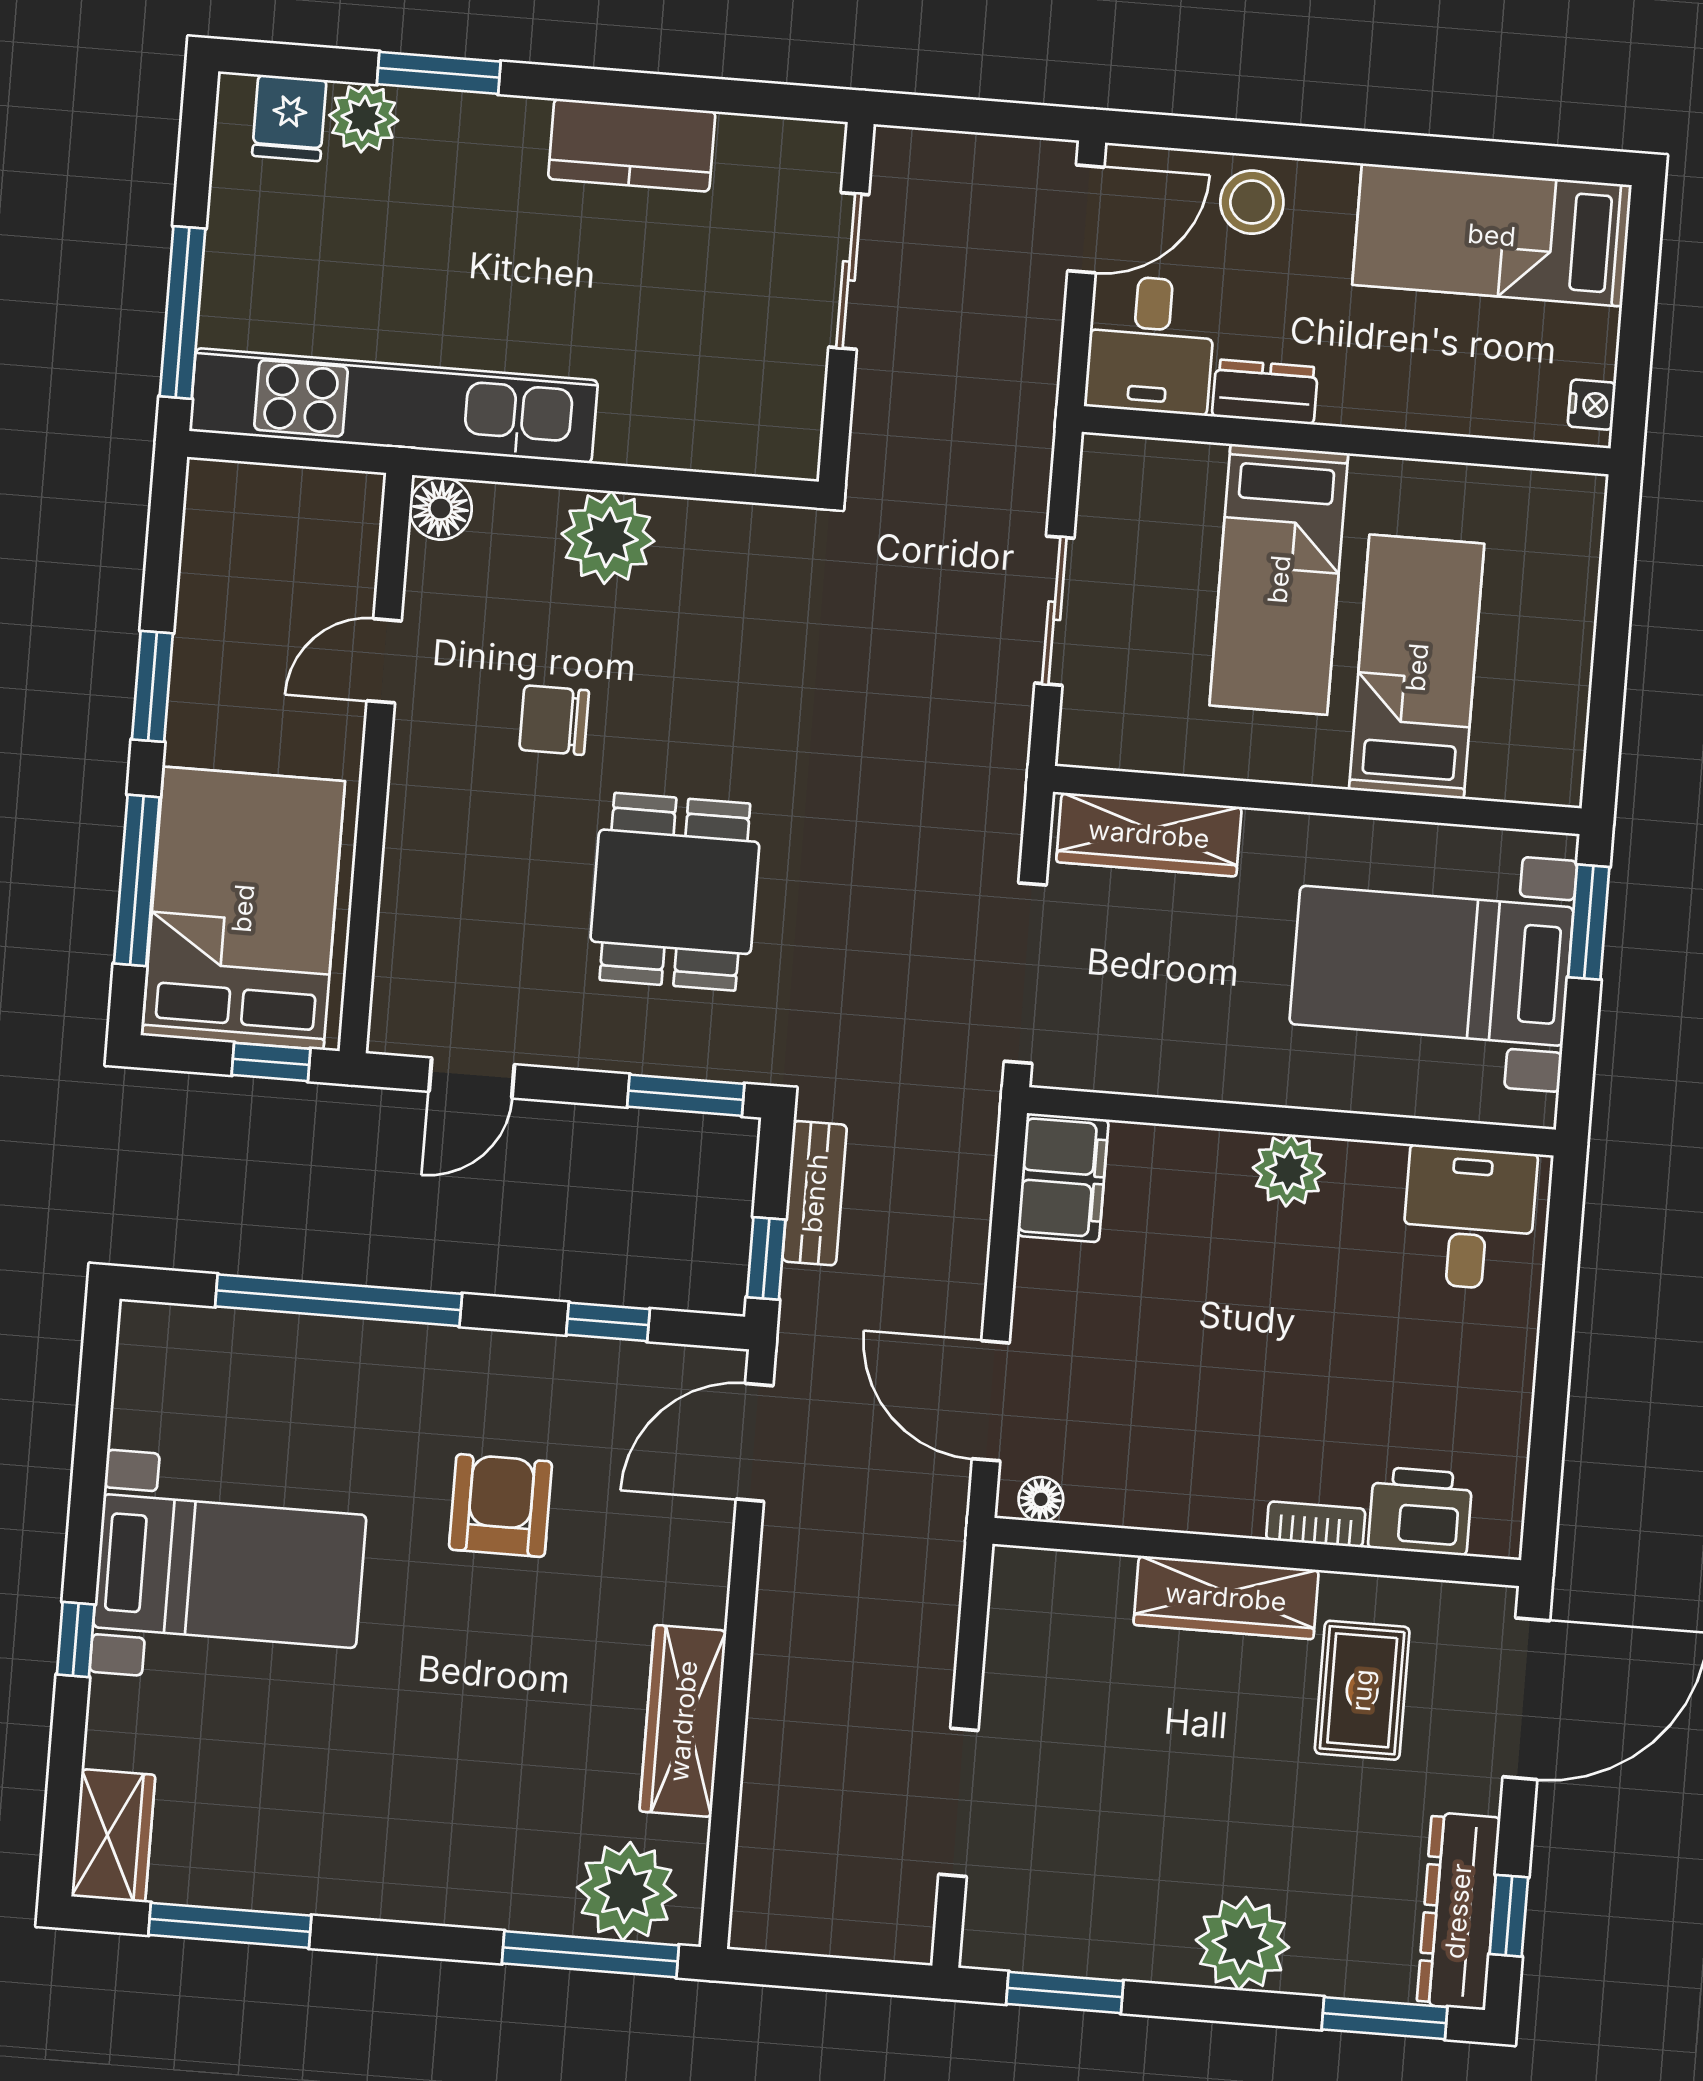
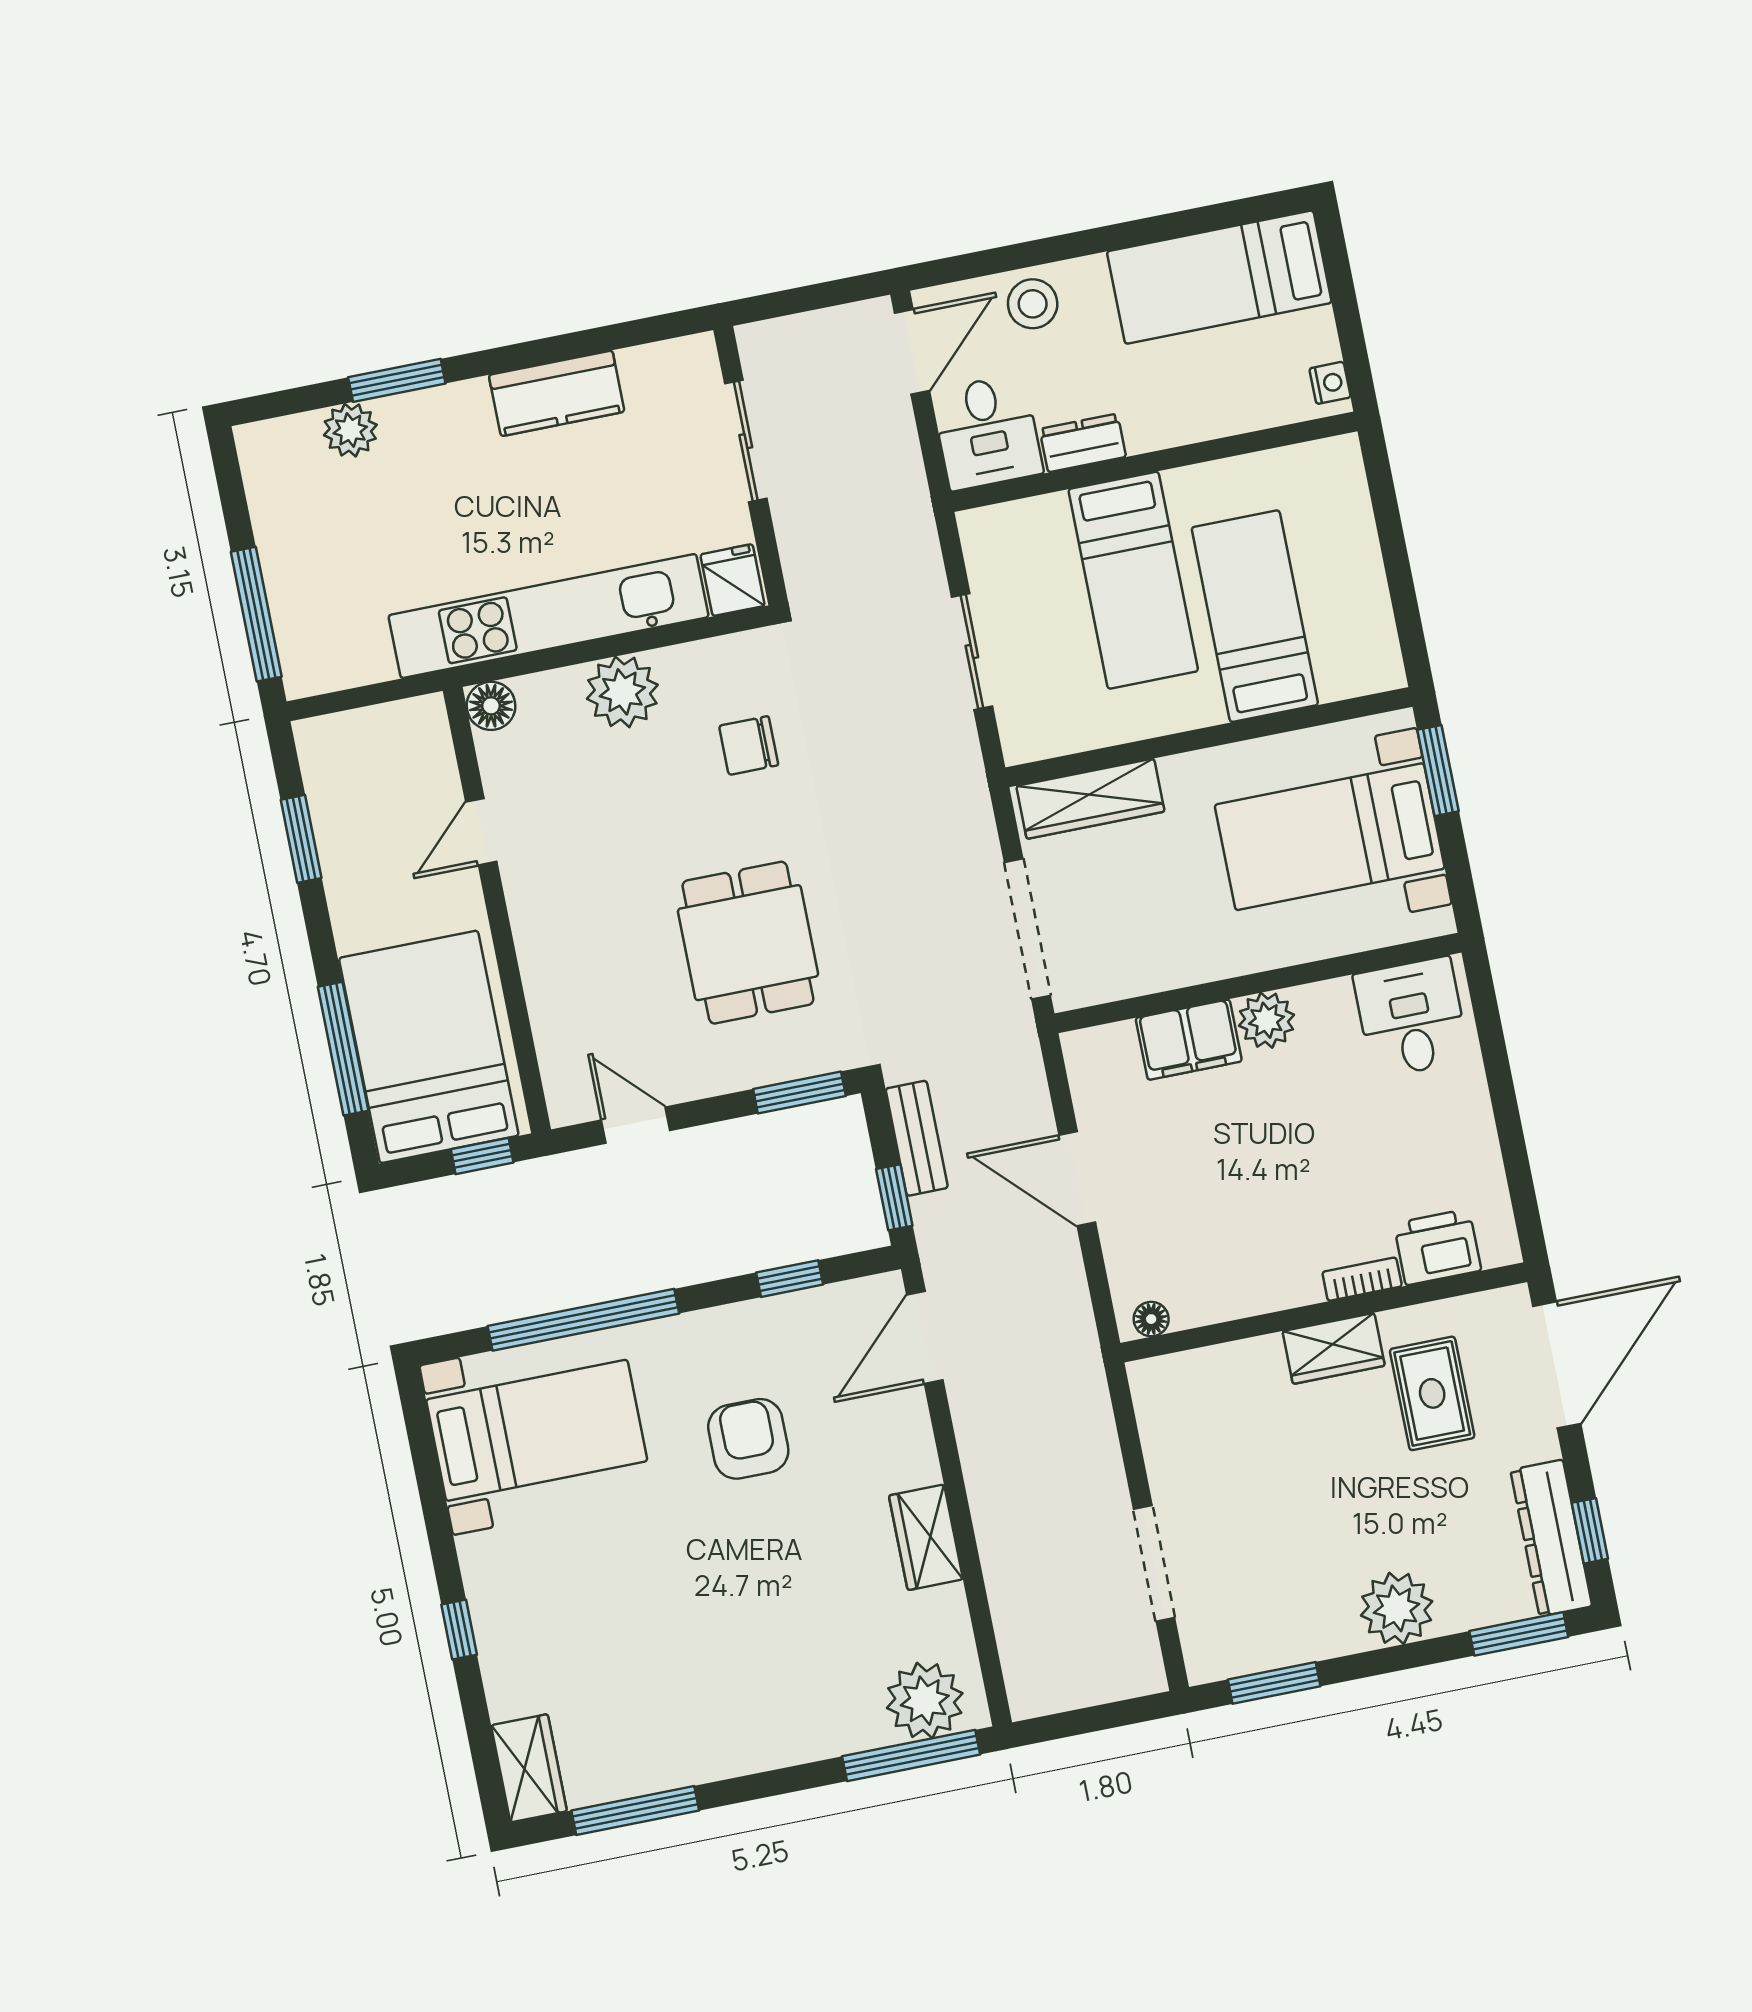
fridge: (289, 118) -> (733, 580), moved, turned 180
kitchen unit: (394, 406) -> (549, 616), moved
window: (152, 686) -> (301, 839), moved
chair: (554, 720) -> (749, 745), moved
door: (472, 1078) -> (636, 1125), swing flipped
filing cabinet: (1063, 1178) -> (1189, 1040), moved, turned 90
door: (991, 1401) -> (1077, 1179), moved
bed with nightstands: (230, 1571) -> (537, 1430), moved
wardrobe: (1226, 1597) -> (1334, 1348), width x0.67
wardrobe: (683, 1721) -> (926, 1537), width x0.67

